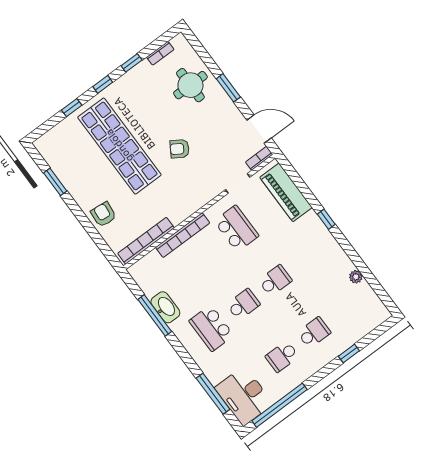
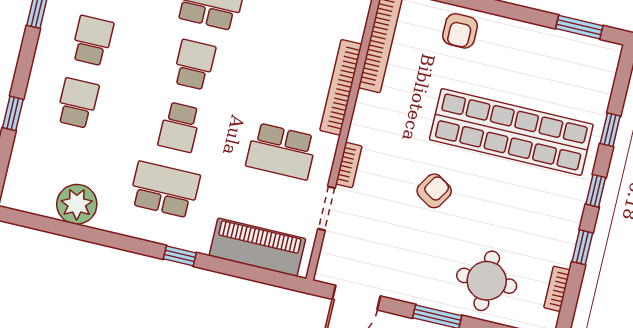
bookcase: (259, 158) -> (349, 165), moved
window: (55, 182) -> (579, 27), moved
armchair: (103, 214) -> (460, 31), turned 84
school desk: (307, 257) -> (165, 190), added
plant: (356, 277) -> (77, 204), width x1.88, depth x1.88
school desk: (243, 304) -> (194, 65), turned 180
school desk: (314, 333) -> (77, 103), turned 180

